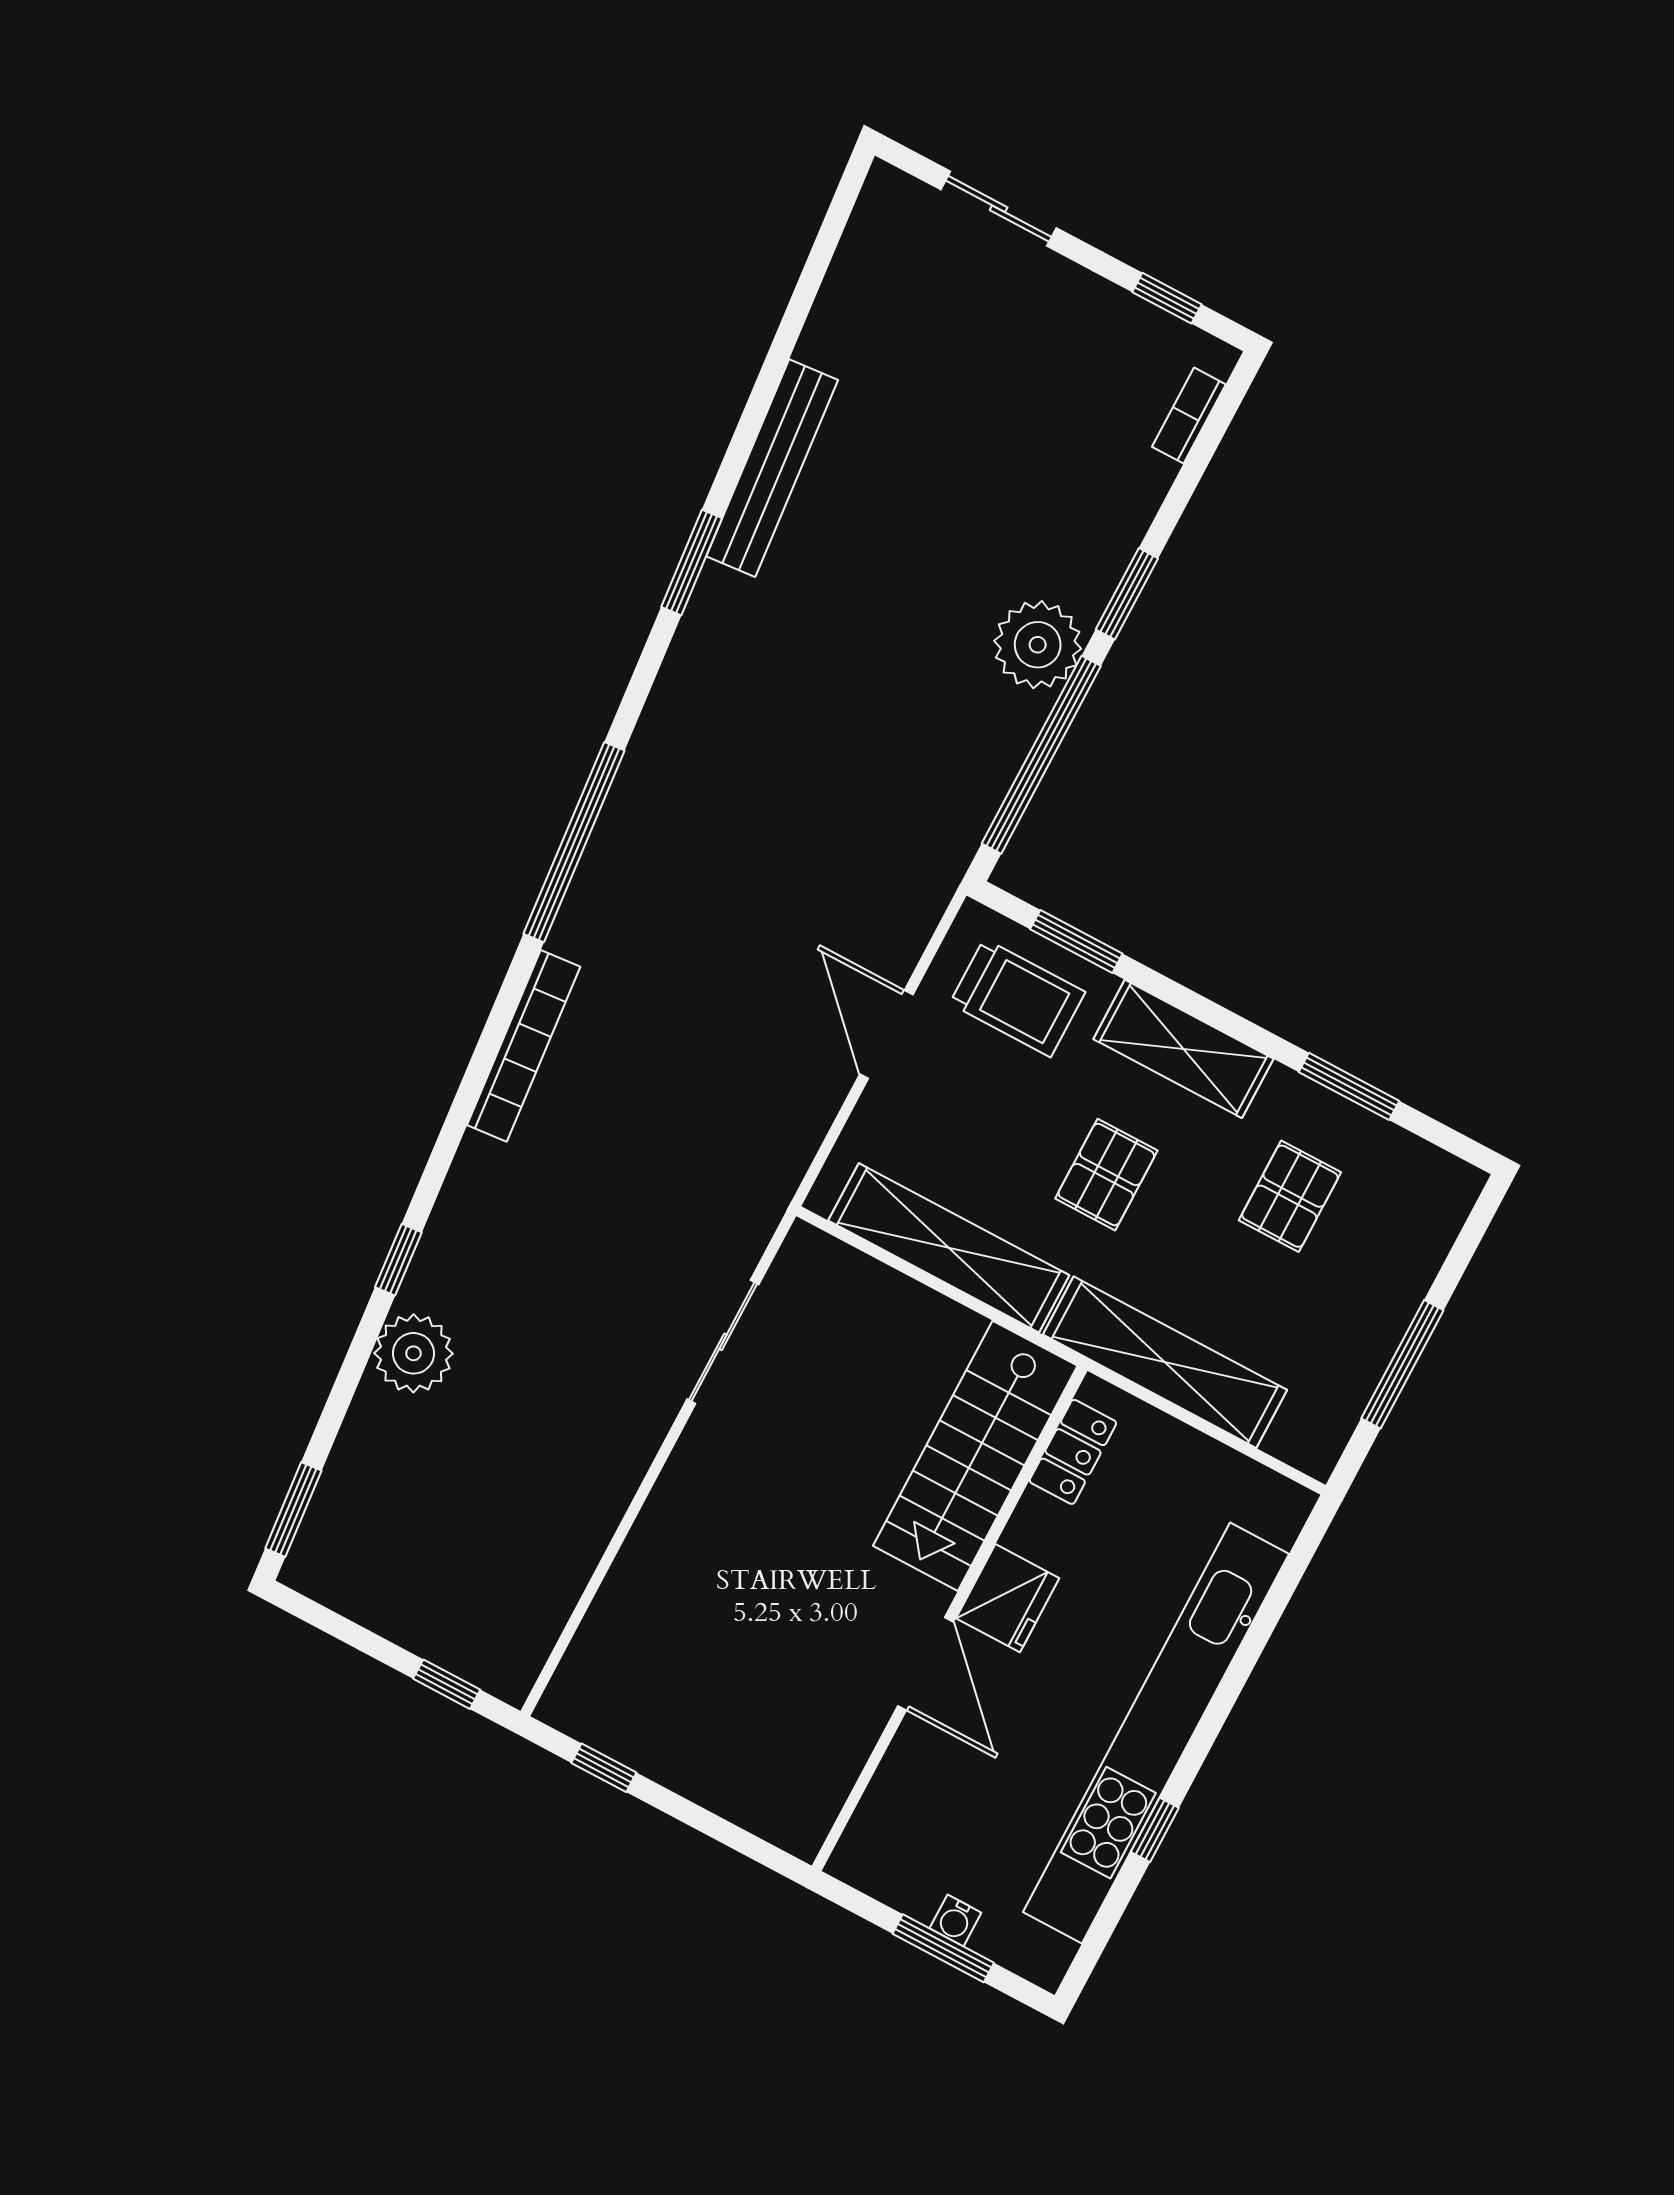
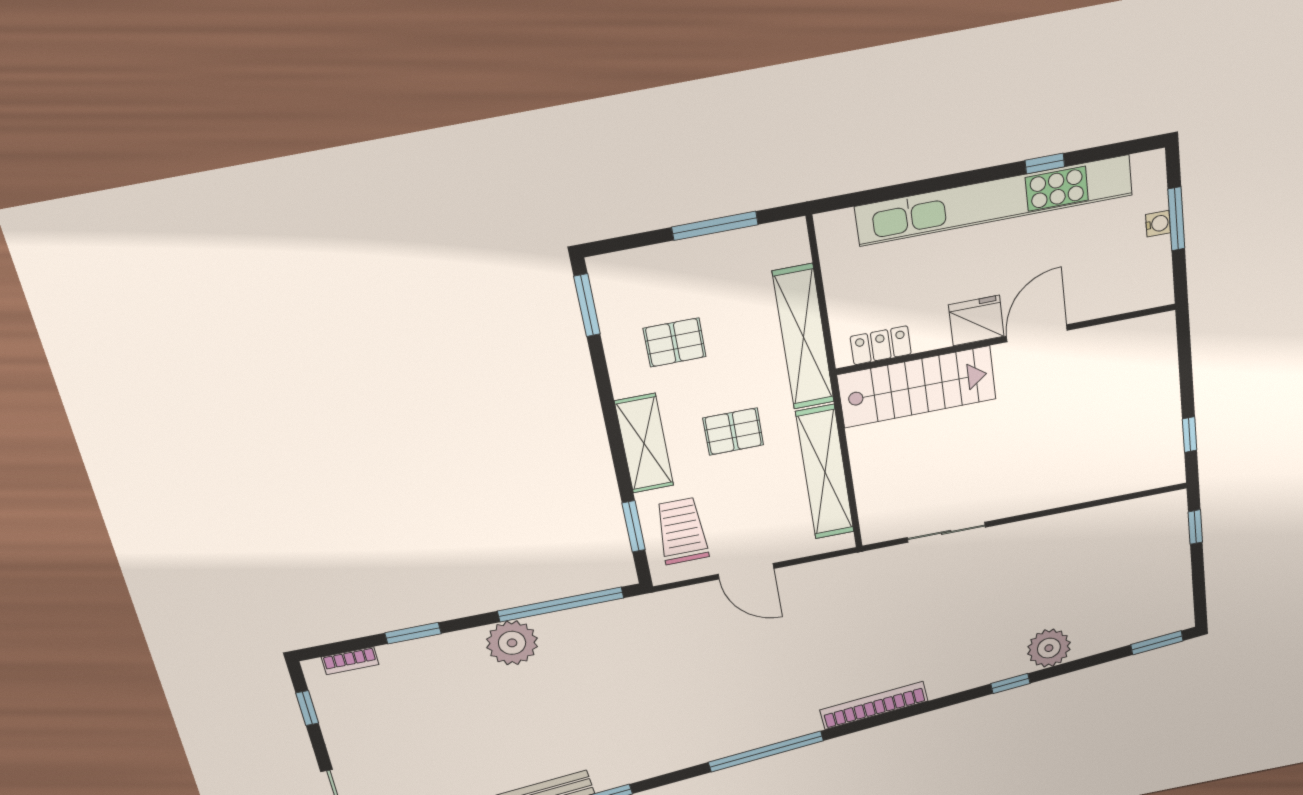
window: (1127, 594) -> (413, 633), moved
door: (886, 1034) -> (746, 571), hinge flipped
window: (1349, 1086) -> (587, 305), moved

